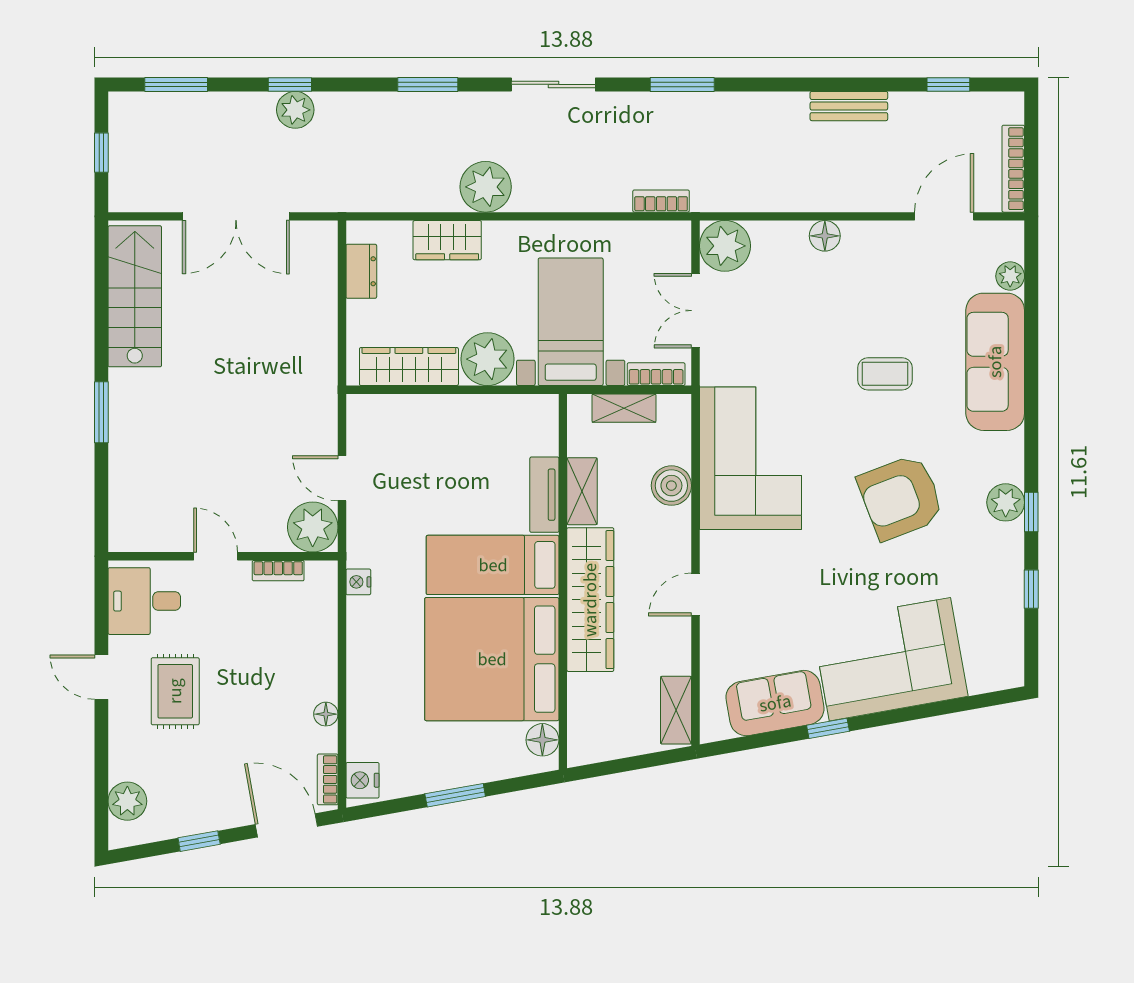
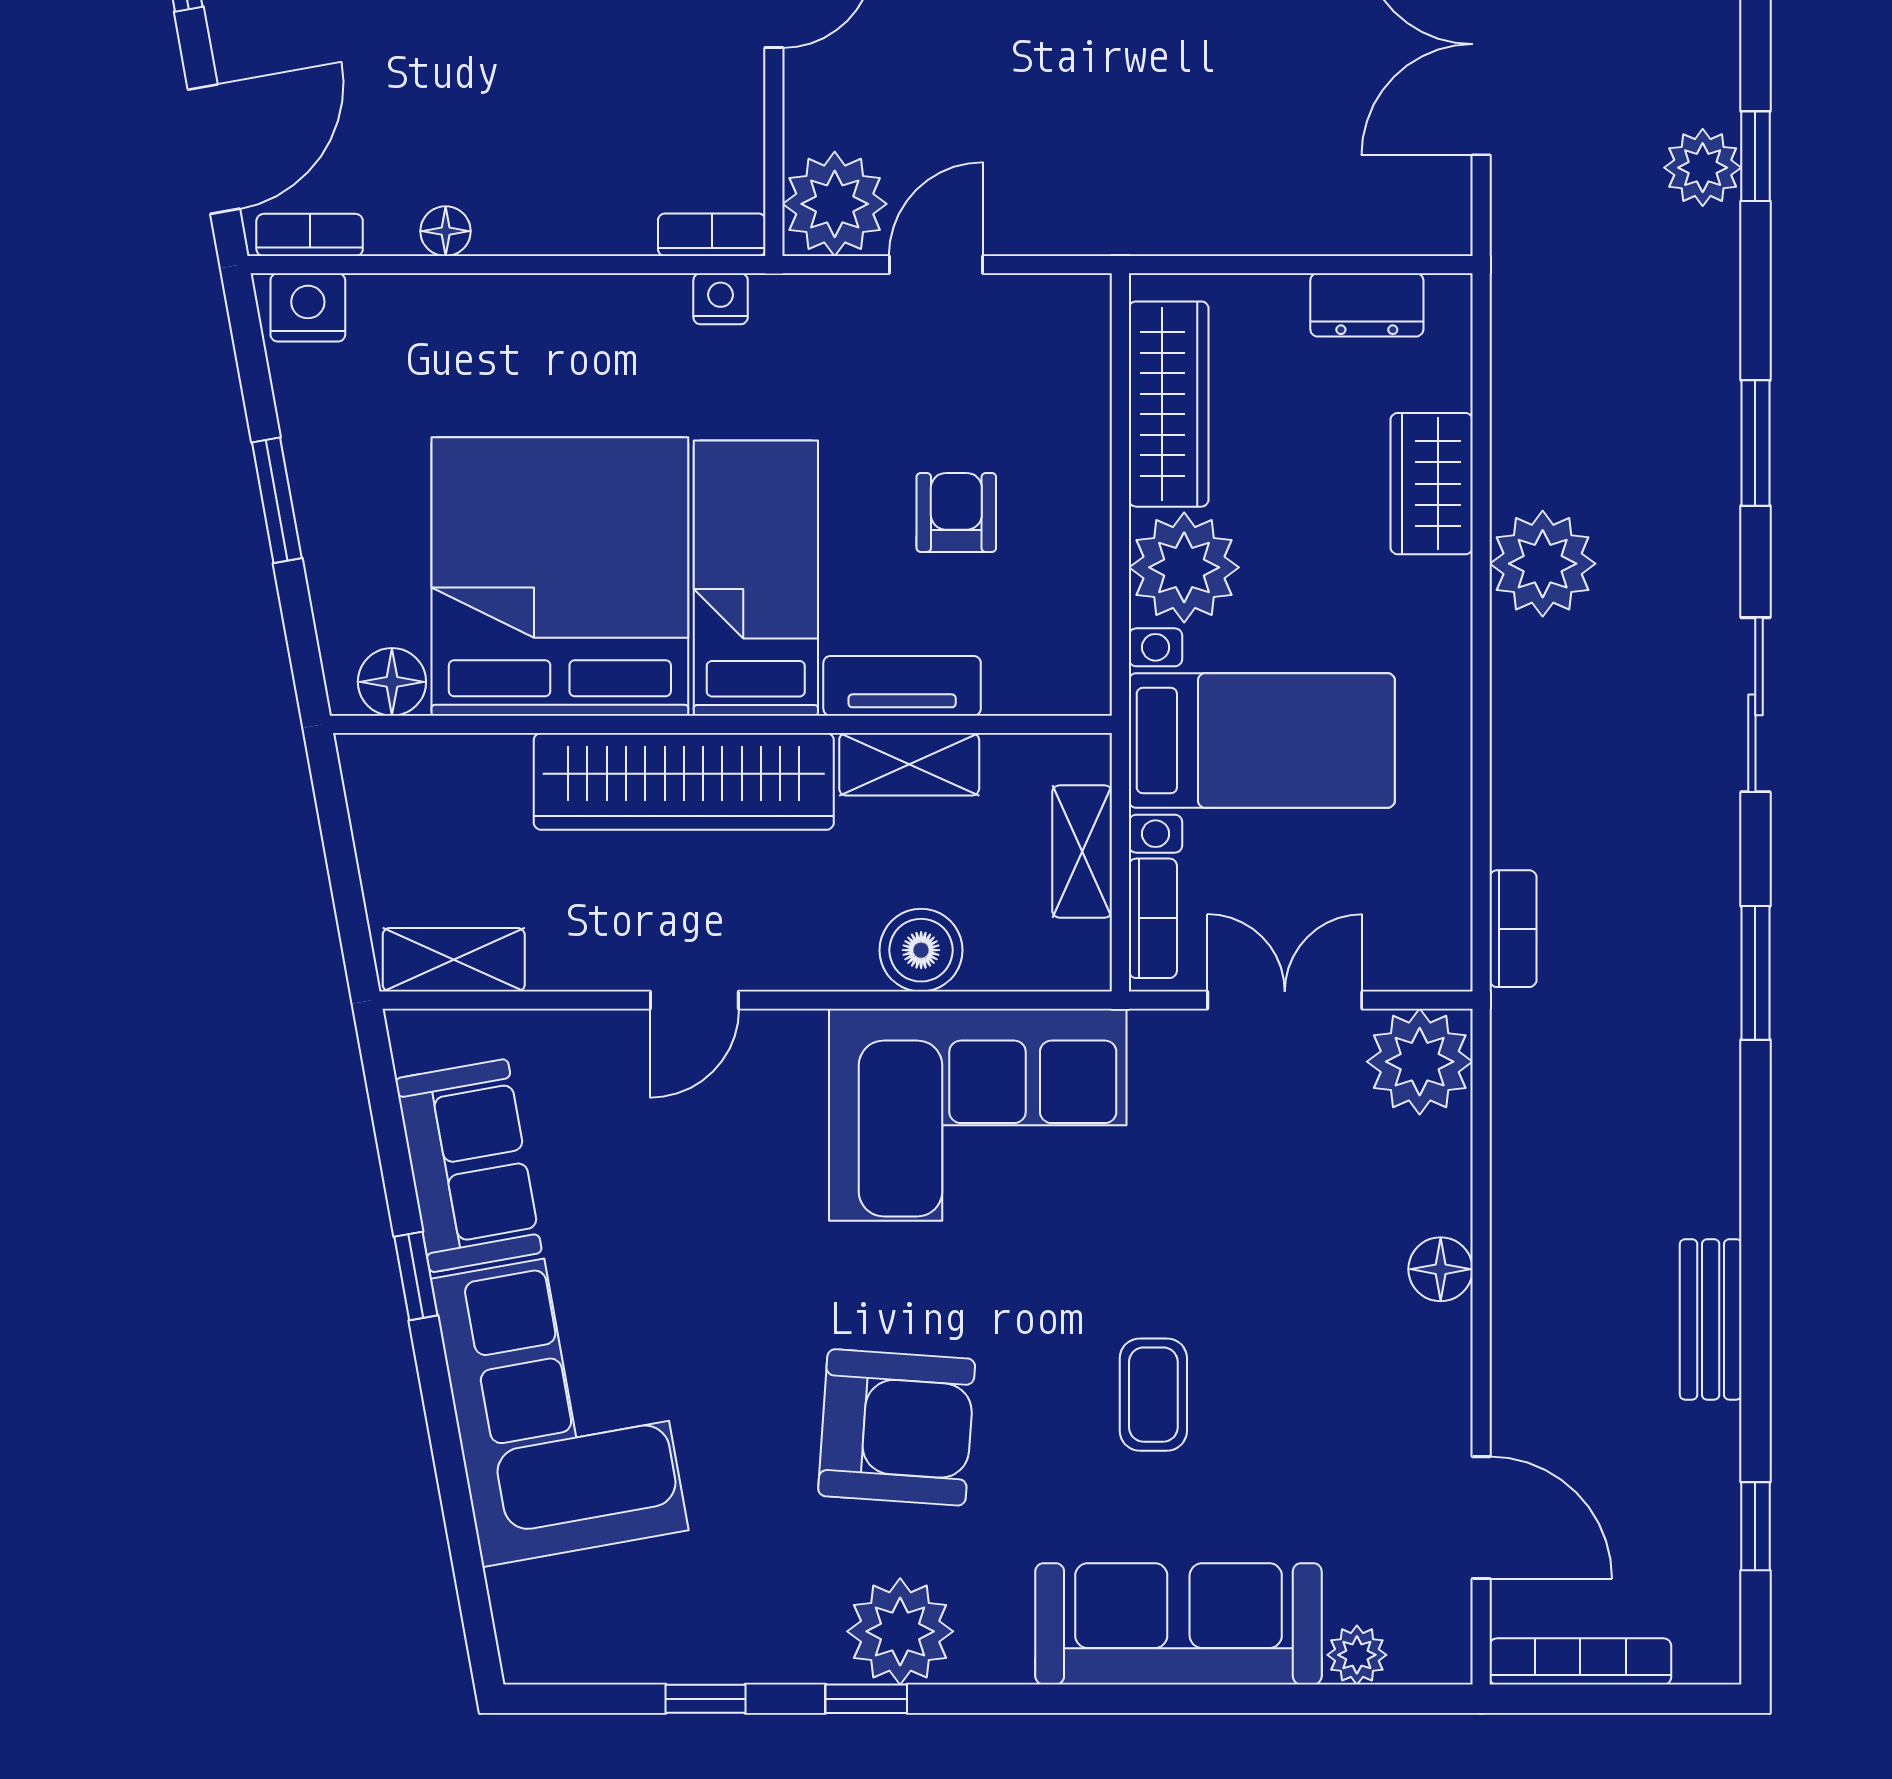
armchair: (461, 469) -> (956, 512), added
armchair: (901, 497) -> (897, 1427), turned 115
plant: (1006, 502) -> (900, 1631), width x1.36, depth x1.36
bookcase: (278, 571) -> (712, 235), moved, turned 90
door: (695, 594) -> (694, 1000), swing flipped

